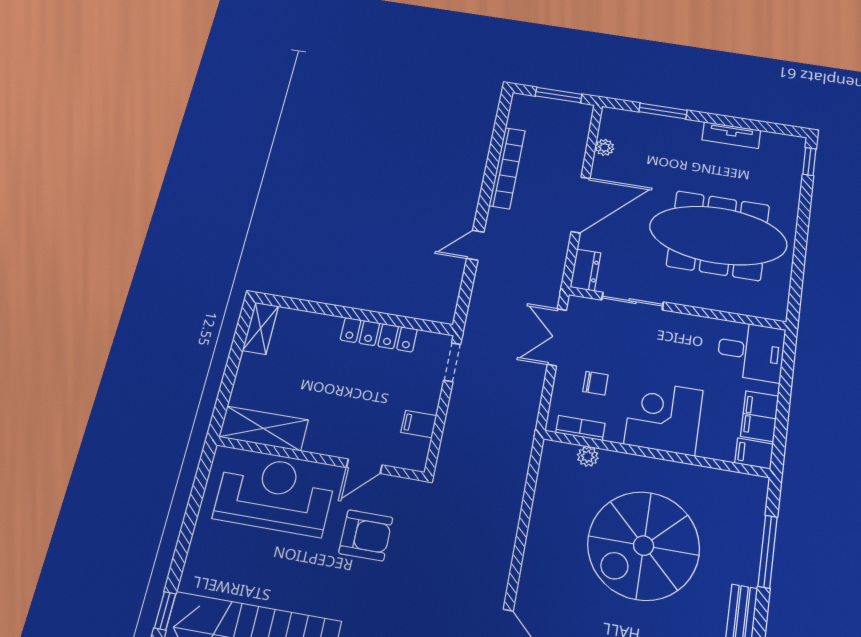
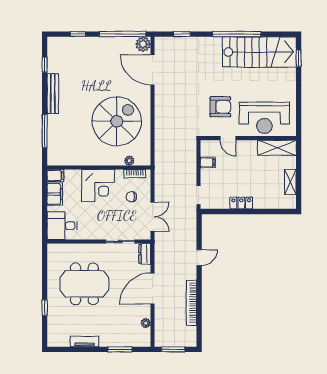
window: (809, 162) -> (45, 308), moved
meeting table: (718, 235) -> (84, 284), width x0.73
shelving: (261, 328) -> (290, 182), moved
locker: (379, 335) -> (241, 203), width x0.66
door: (364, 466) -> (228, 138), swing flipped
armchair: (366, 535) -> (220, 107), turned 180
spiral stairs: (644, 546) -> (117, 121), moved

